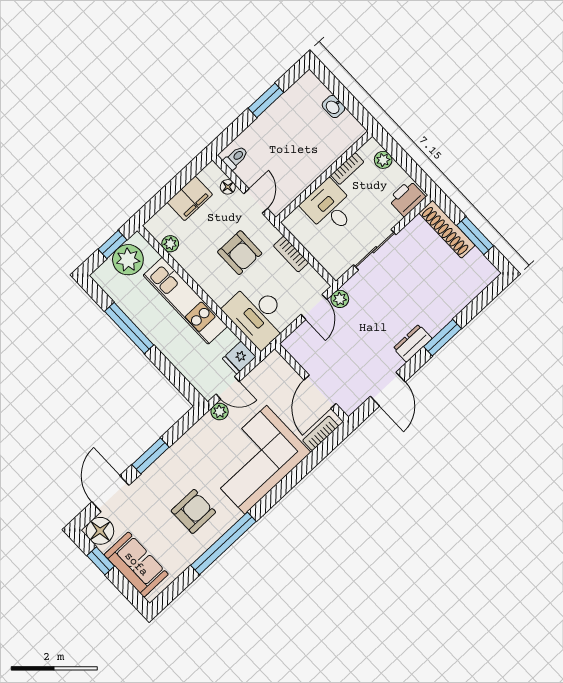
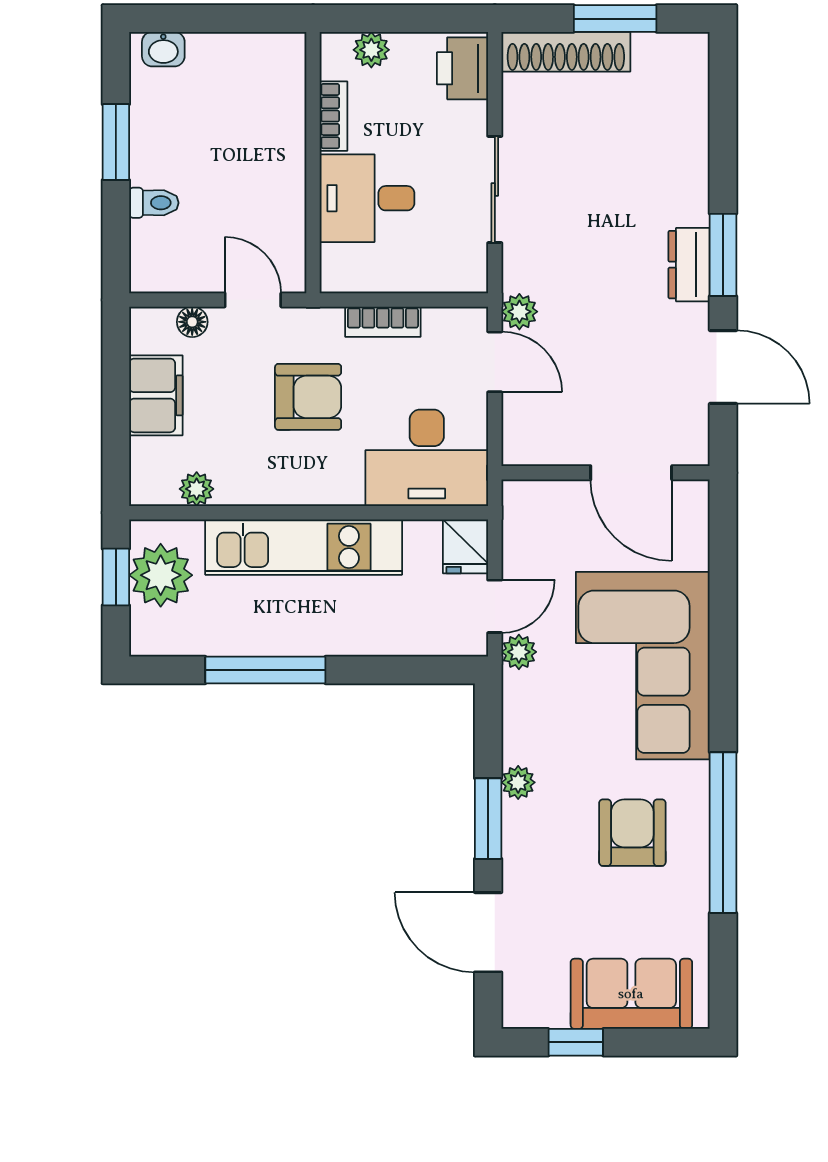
washbasin: (333, 107) -> (163, 49), moved
toilet: (236, 158) -> (154, 203), moved, turned 90
window: (443, 338) -> (723, 255), moved
bookcase: (321, 433) -> (695, 530), removed
plant: (173, 455) -> (518, 782), added
floor lamp: (100, 531) -> (530, 1001), removed

